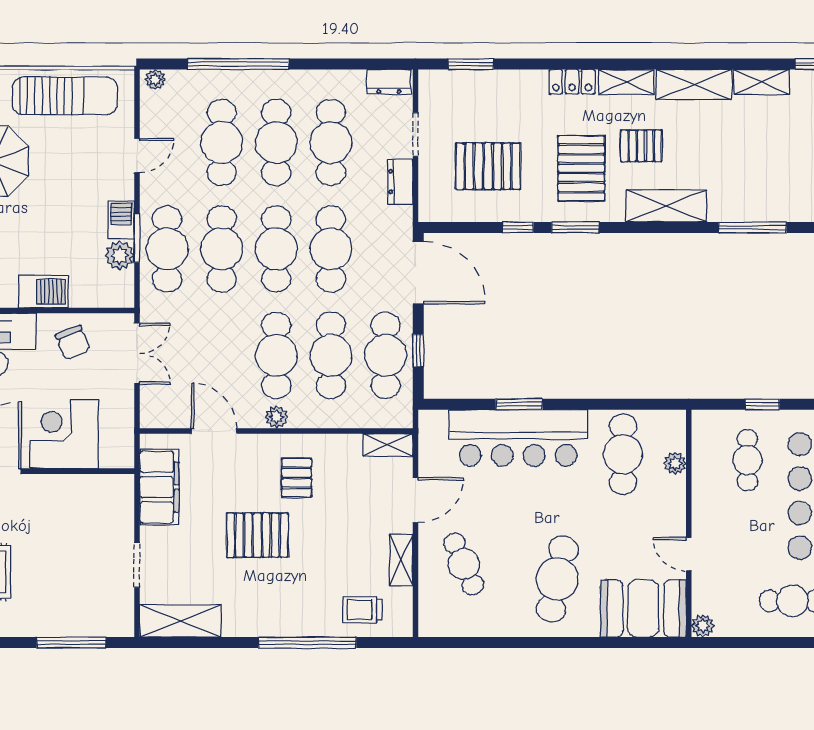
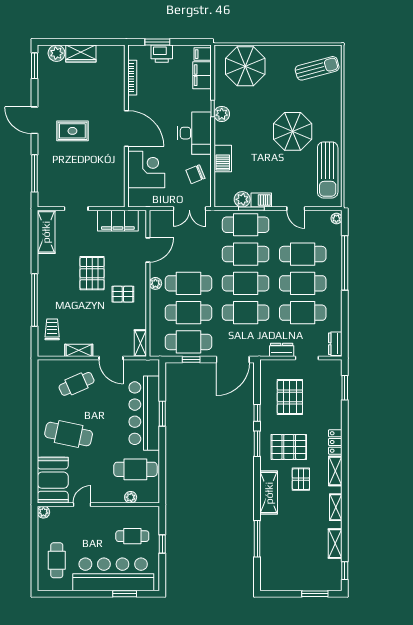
shelving: (694, 85) -> (336, 507), width x0.67, depth x0.75

